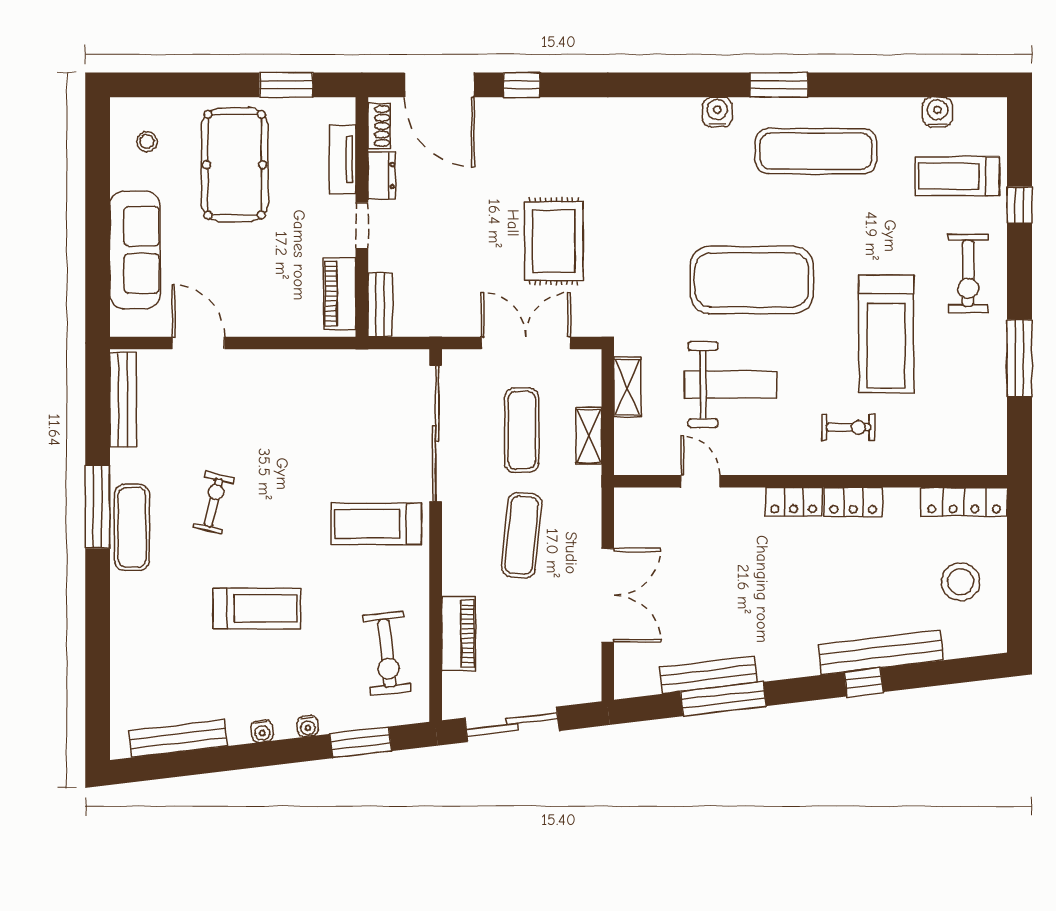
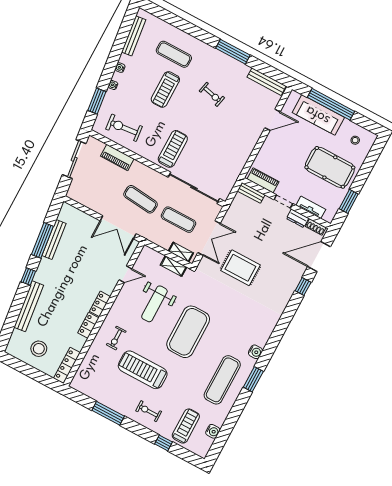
window: (98, 235) -> (331, 104), added
exercise bike: (968, 273) -> (149, 411), width x0.73, depth x0.72
shelving: (589, 436) -> (181, 252), moved
exercise mat: (132, 527) -> (174, 54), moved
double door: (608, 595) -> (118, 227), moved
window: (864, 682) -> (28, 277), moved

